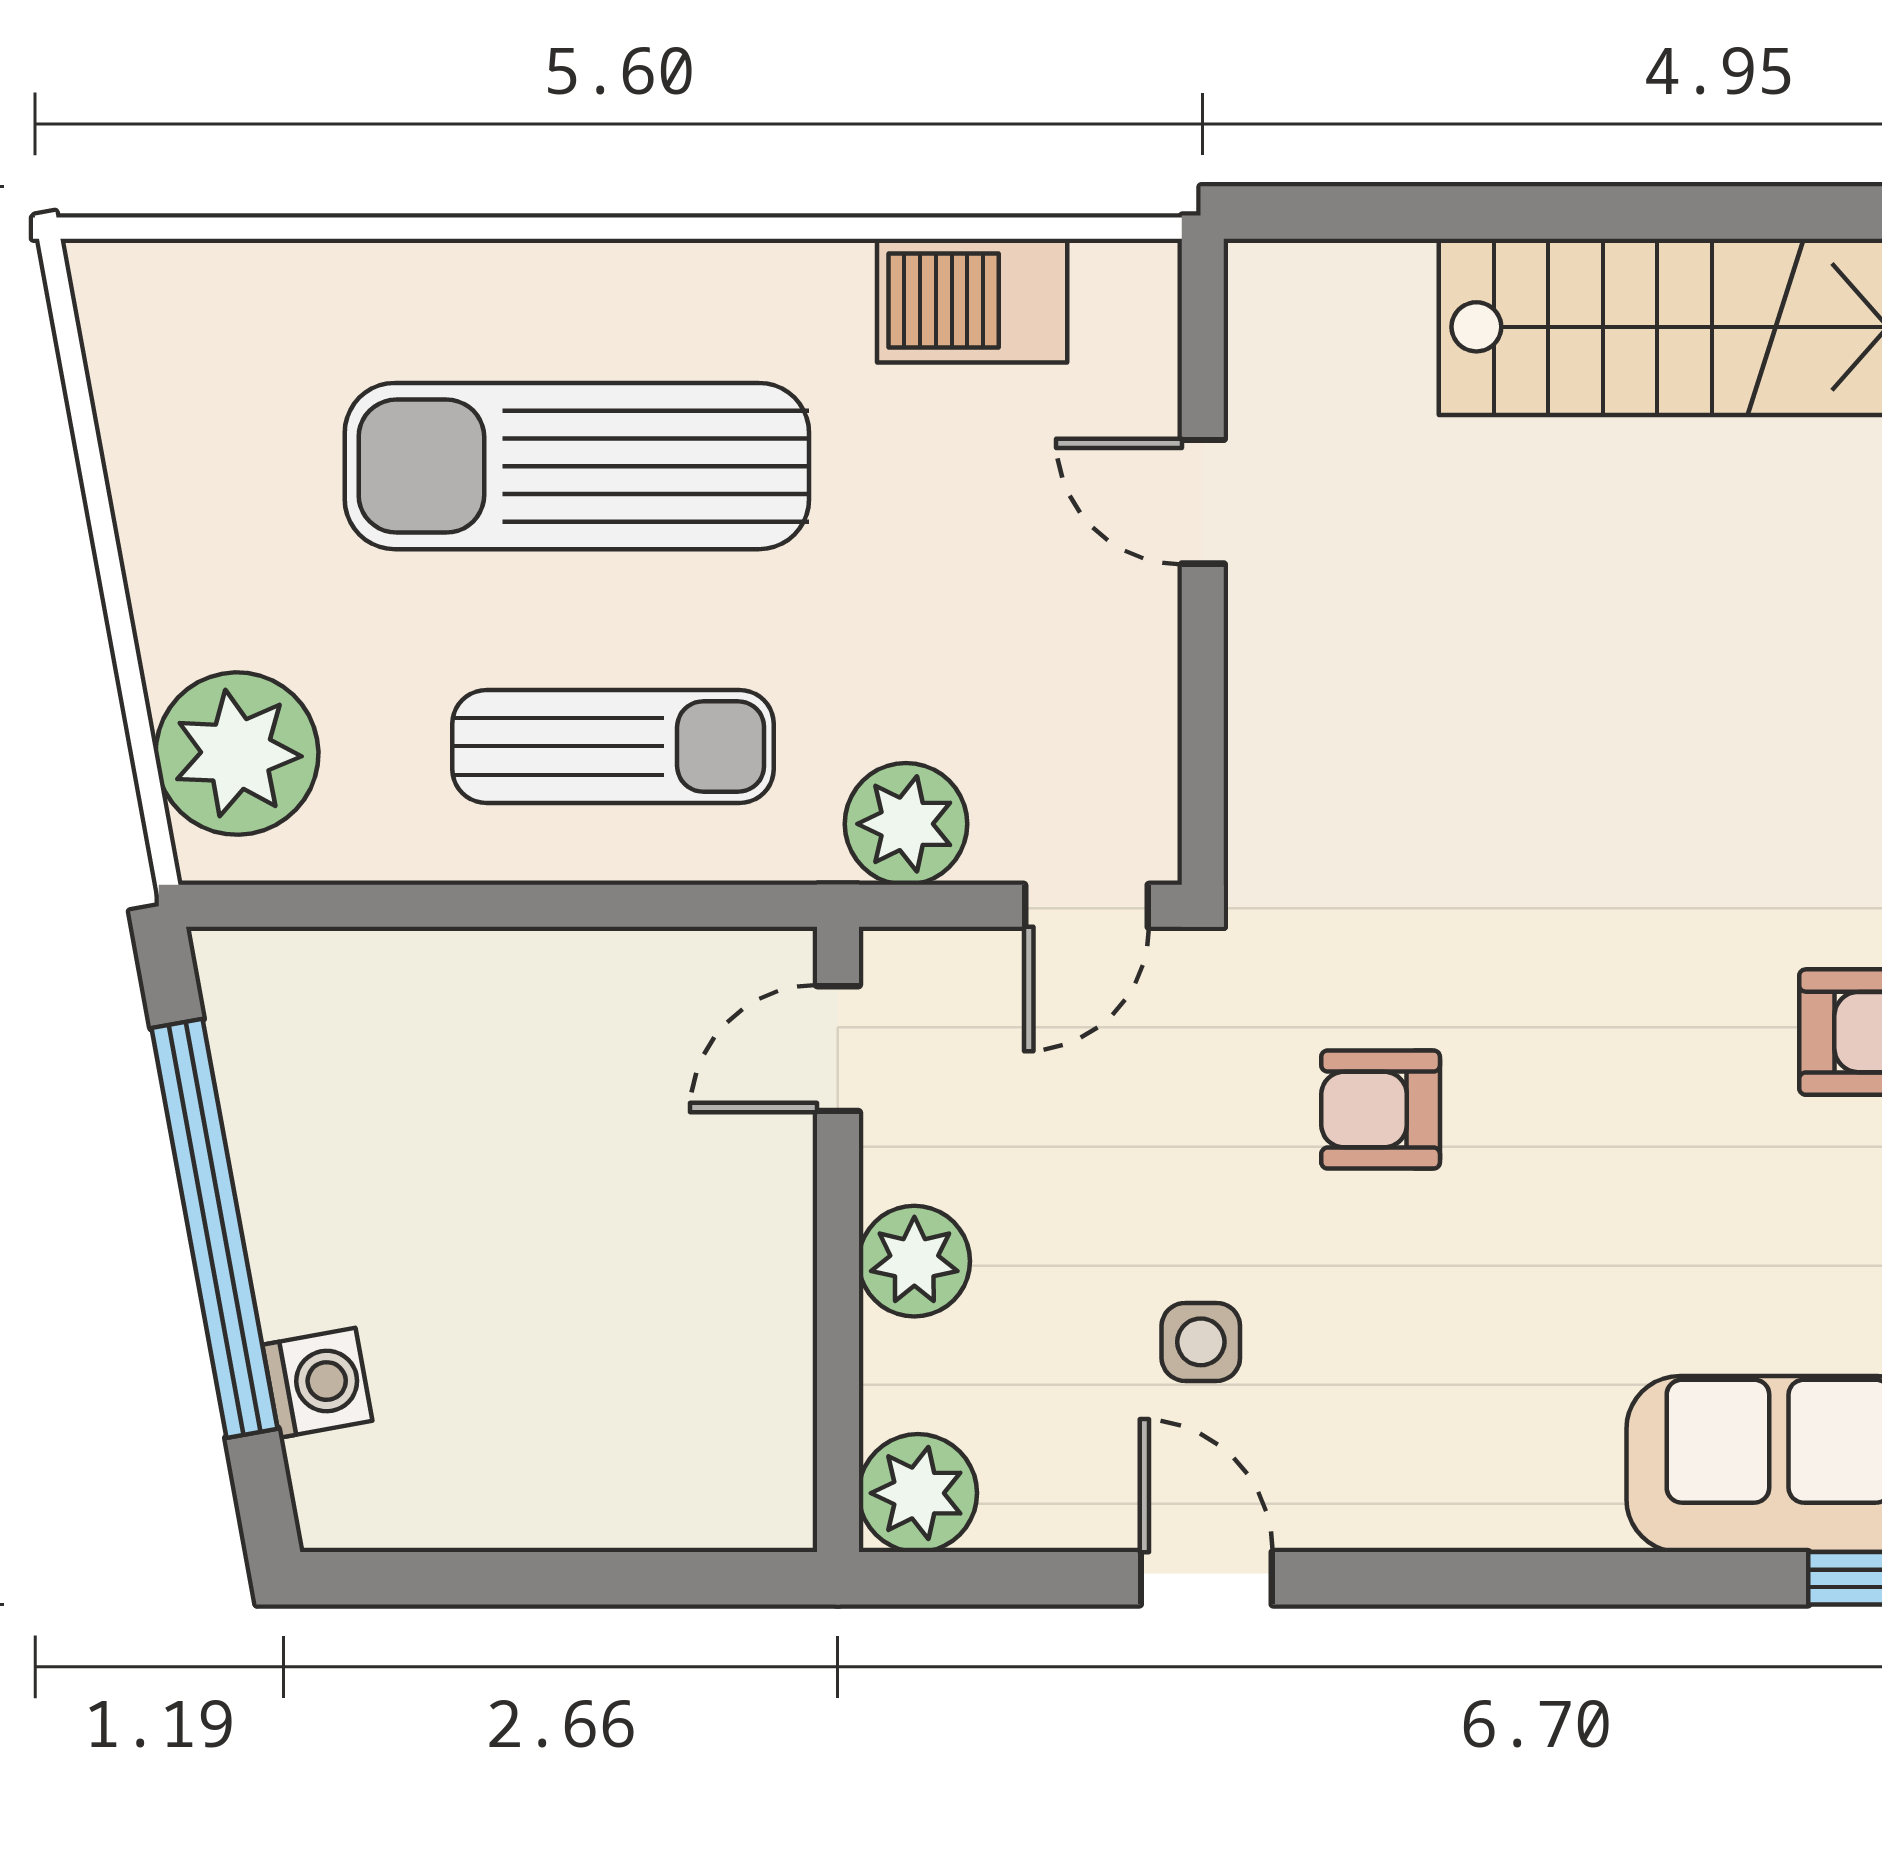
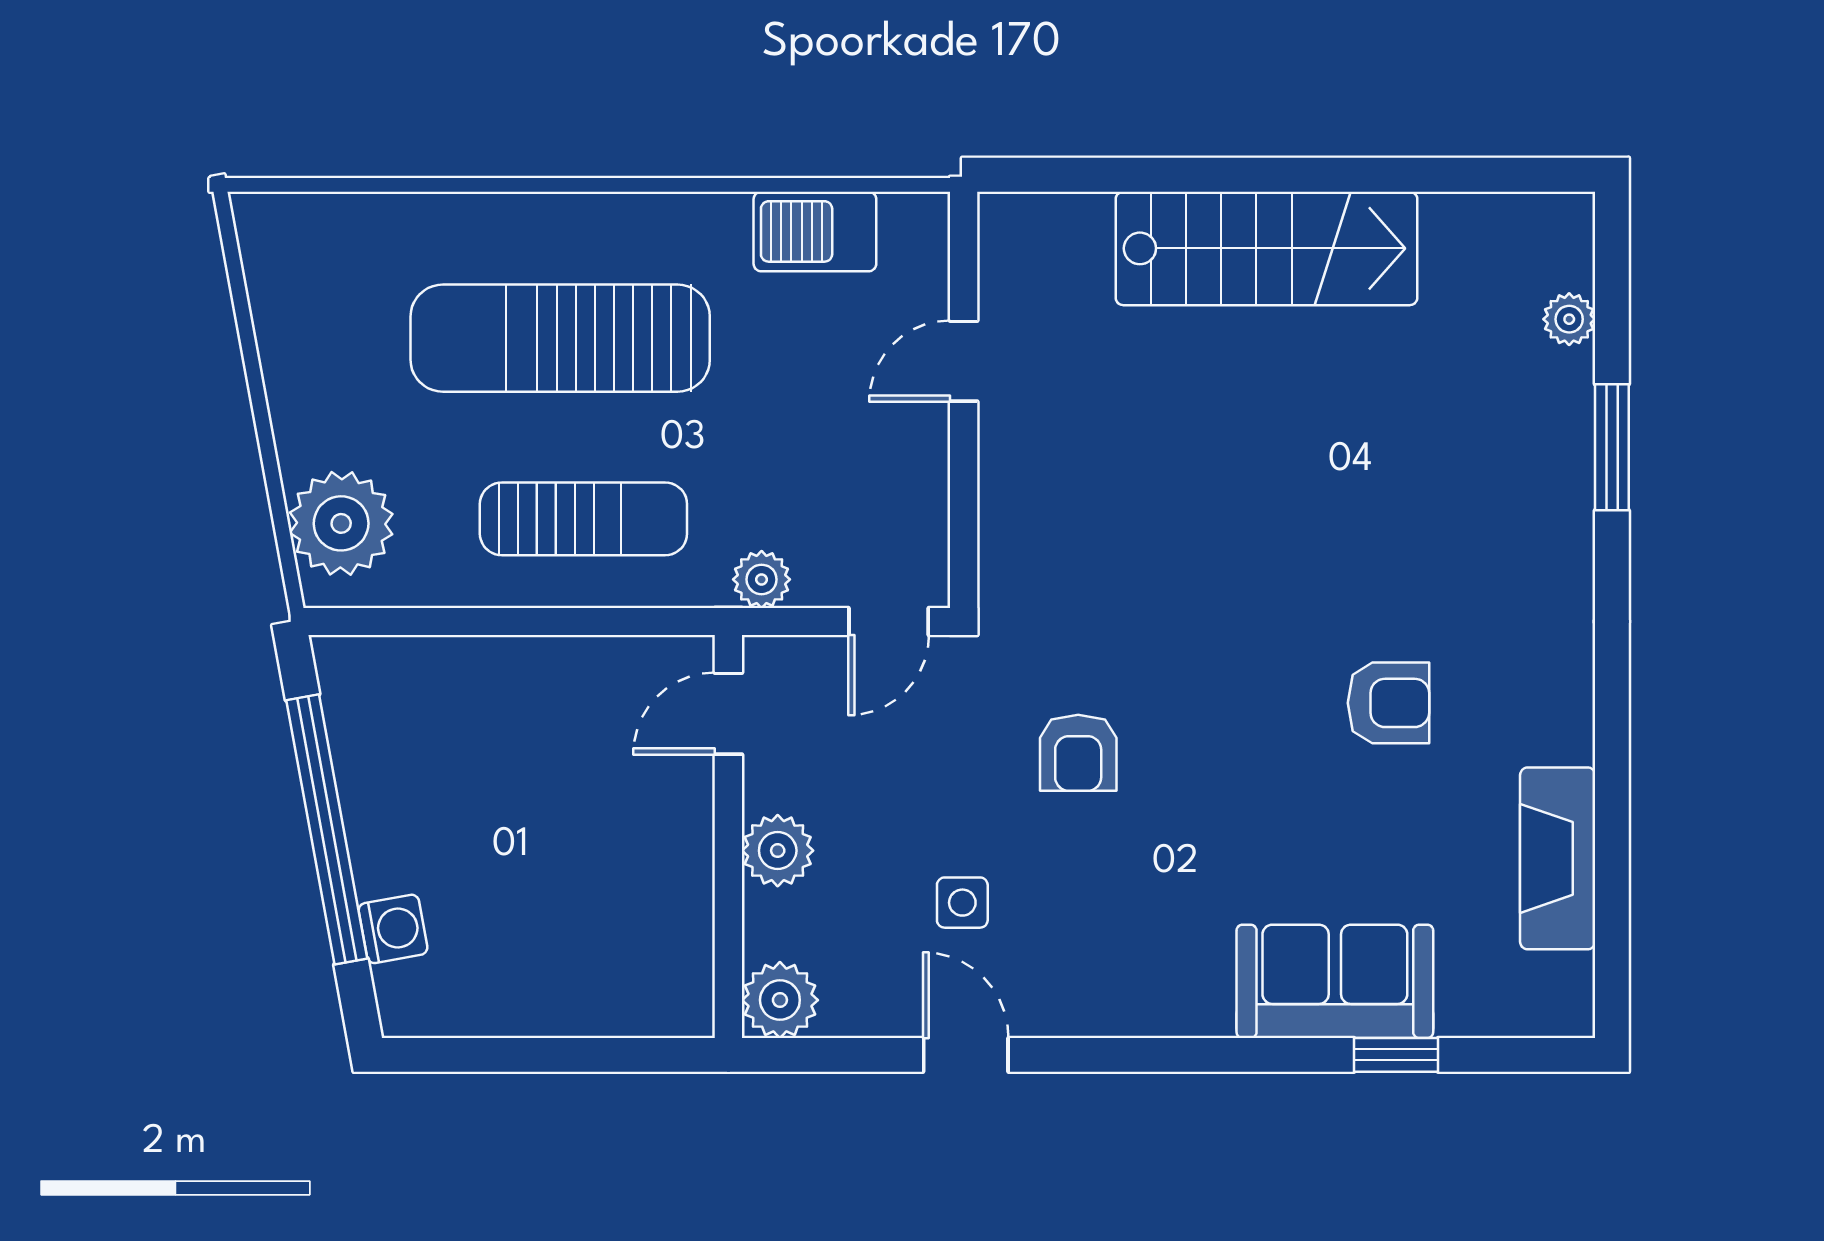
door: (1203, 502) -> (964, 361), hinge flipped
plant: (906, 824) -> (762, 579), width x0.73, depth x0.73
armchair: (1381, 1110) -> (1078, 753), turned -90

